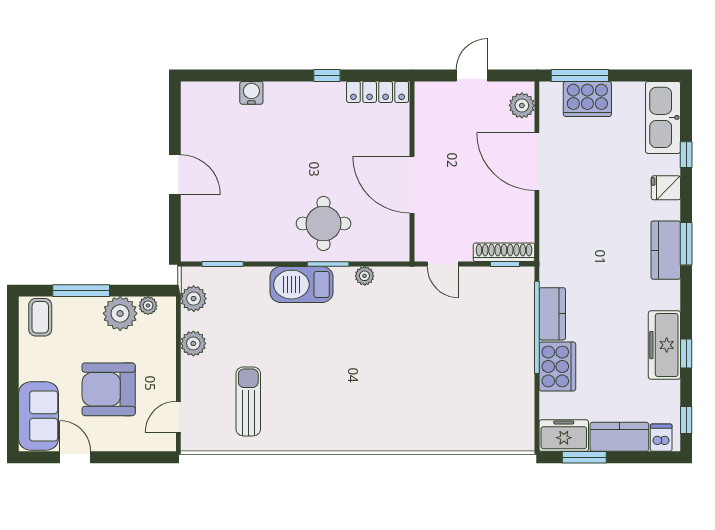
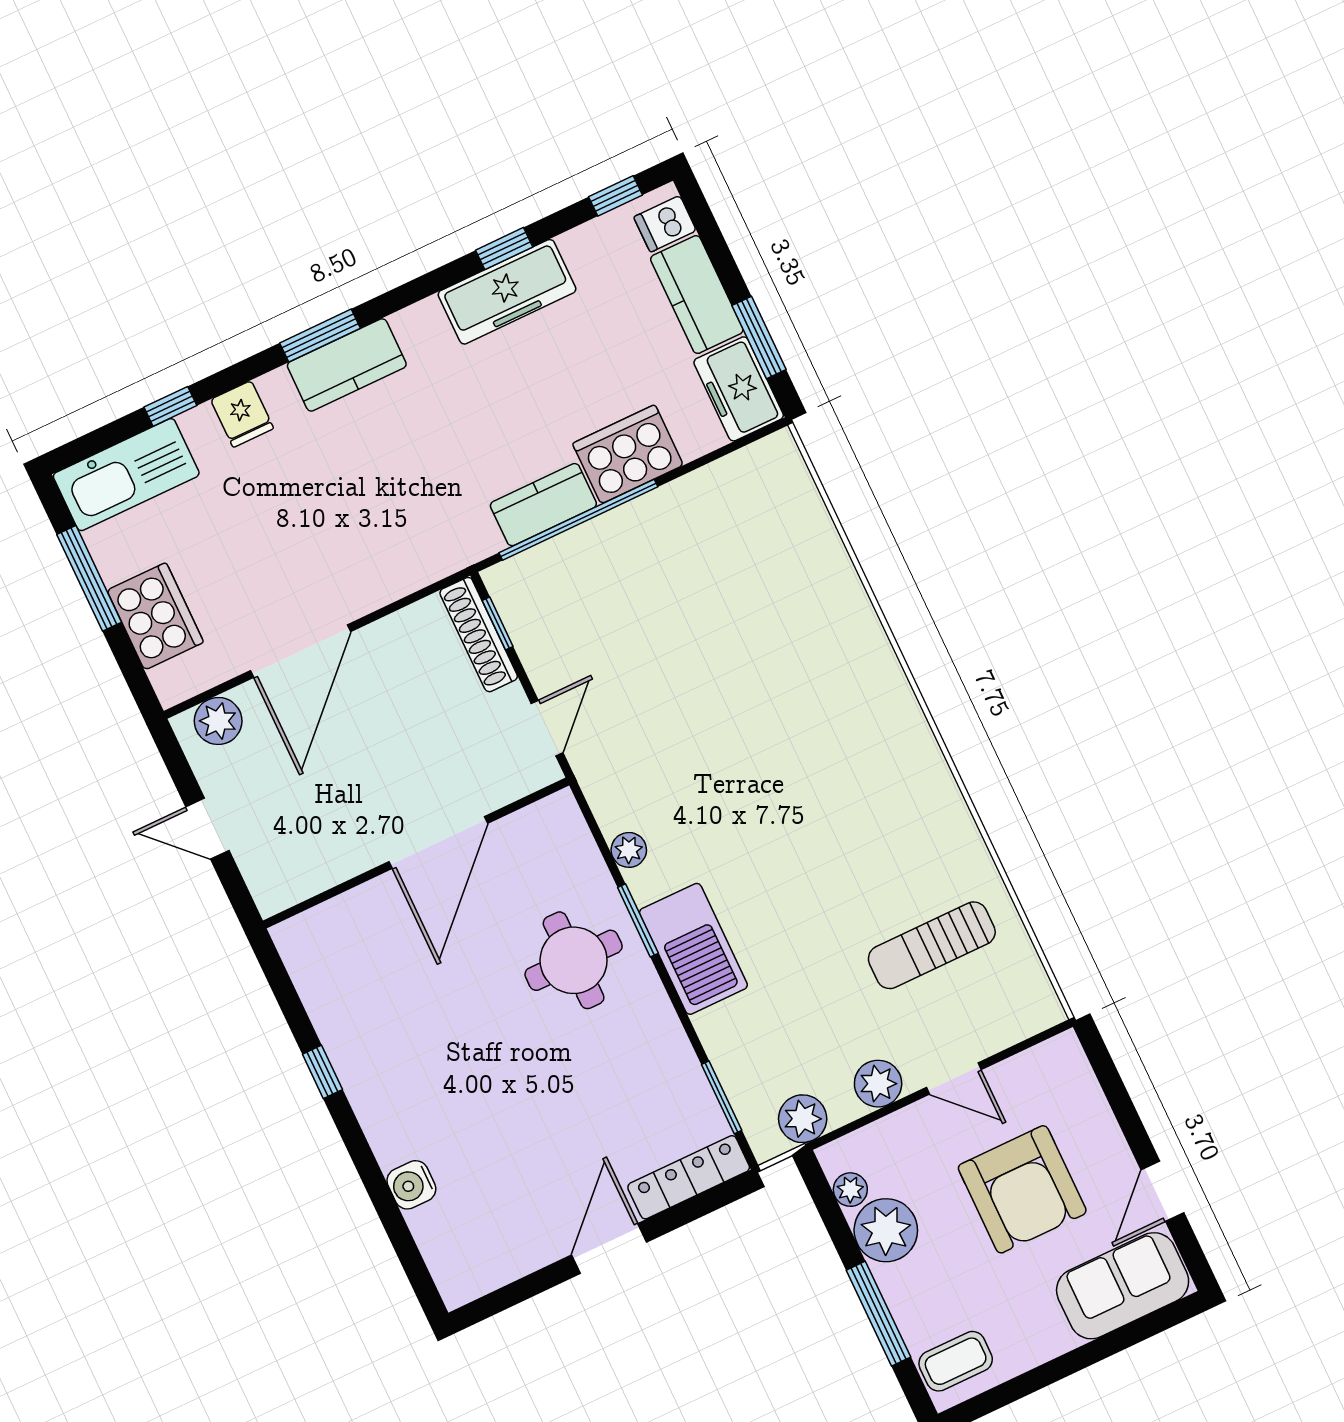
window: (580, 76) -> (89, 578), moved
locker: (378, 92) -> (689, 1177), moved, turned -90
door: (178, 417) -> (954, 1079), moved

